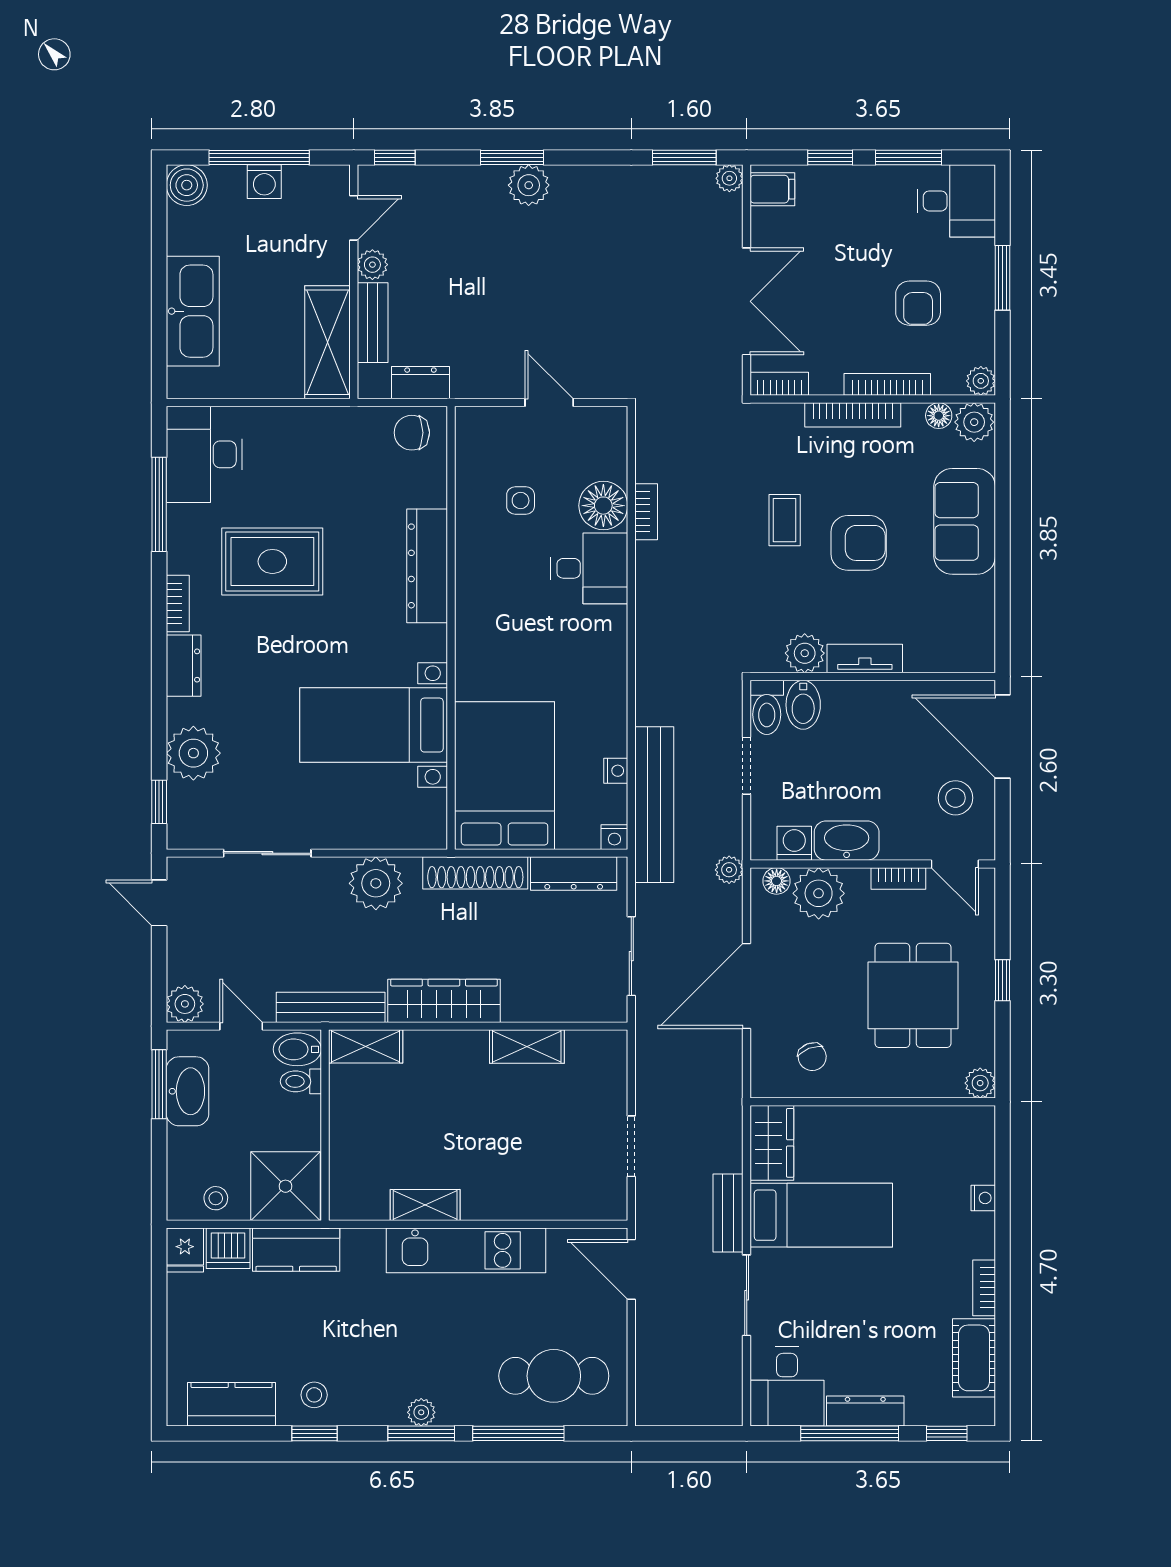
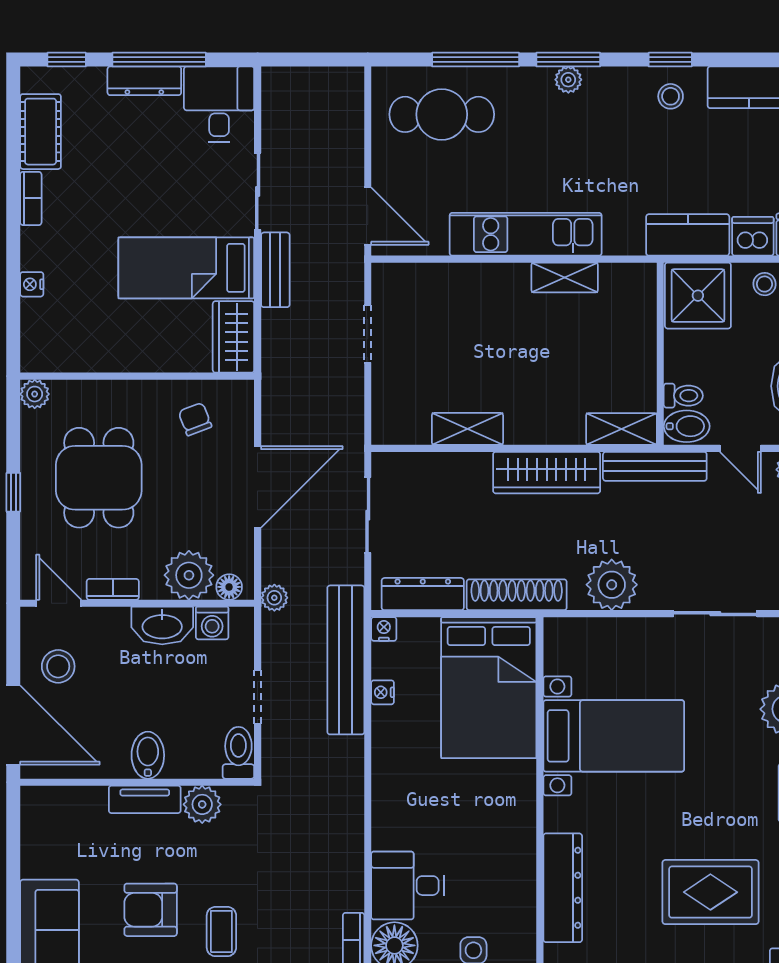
bidet: (803, 705) -> (148, 755), moved

